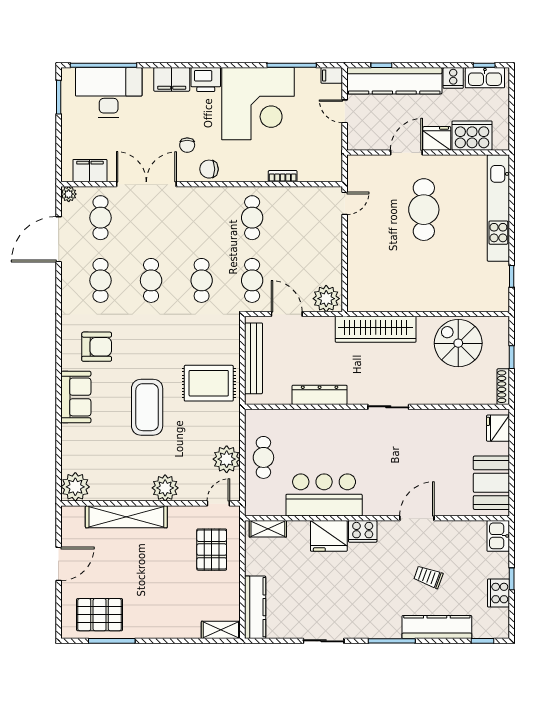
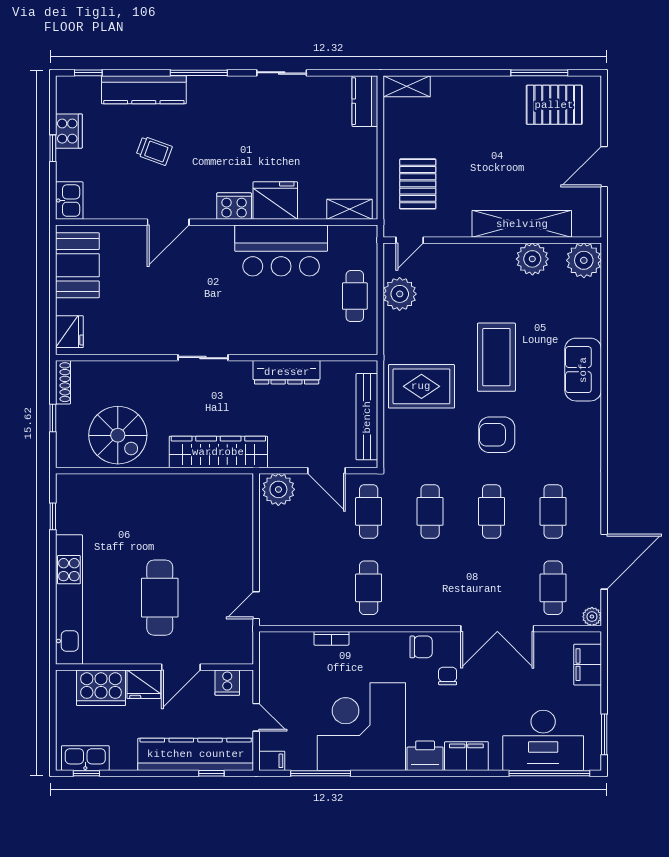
cooker: (453, 78) -> (227, 683), moved, turned 180
filing cabinet: (90, 171) -> (588, 665), moved, turned 90
armchair: (97, 347) -> (497, 435), moved
plant: (165, 488) -> (532, 259), moved
kitchen counter: (255, 607) -> (365, 101), width x0.67

